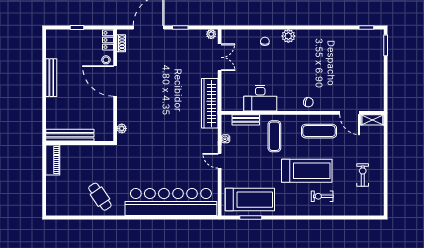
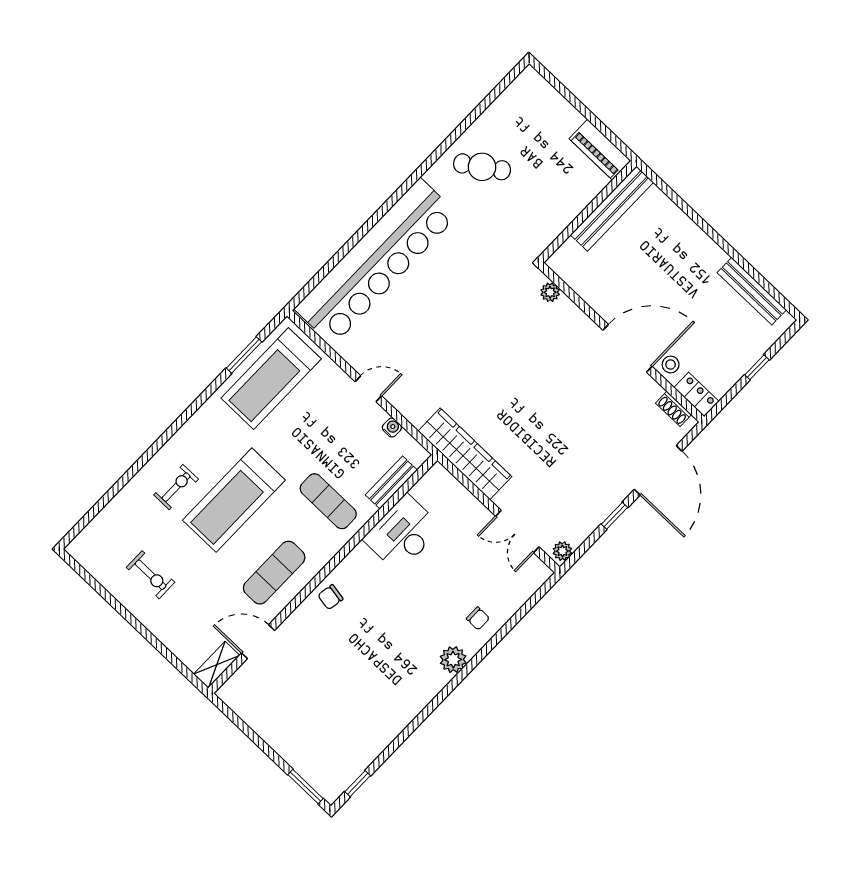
bench: (51, 78) -> (752, 291), moved

